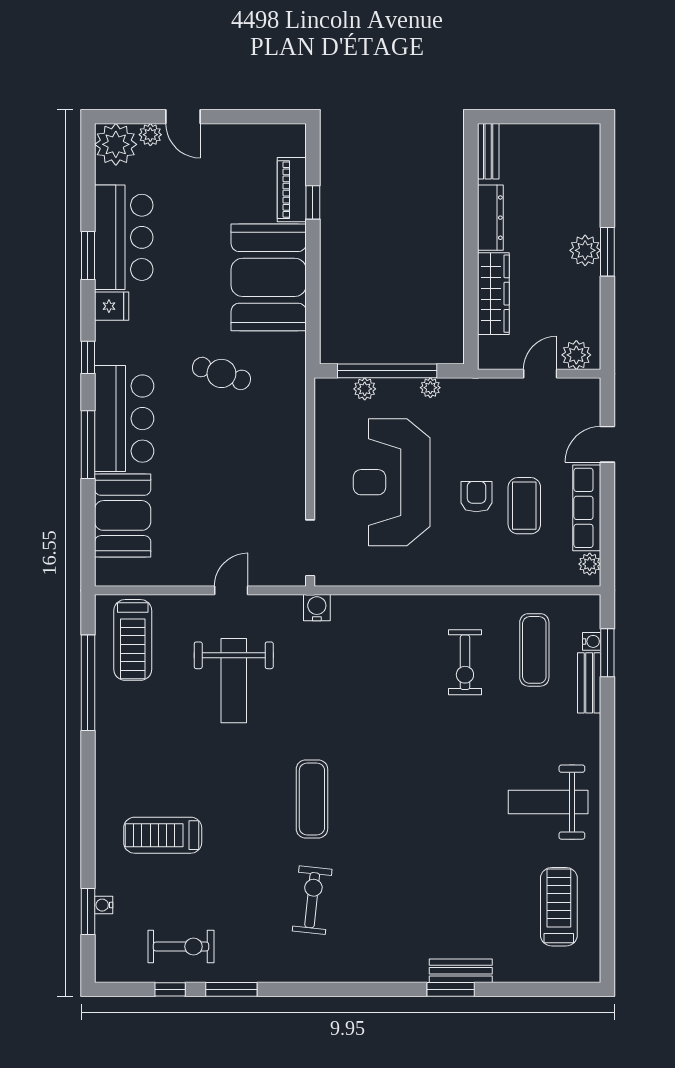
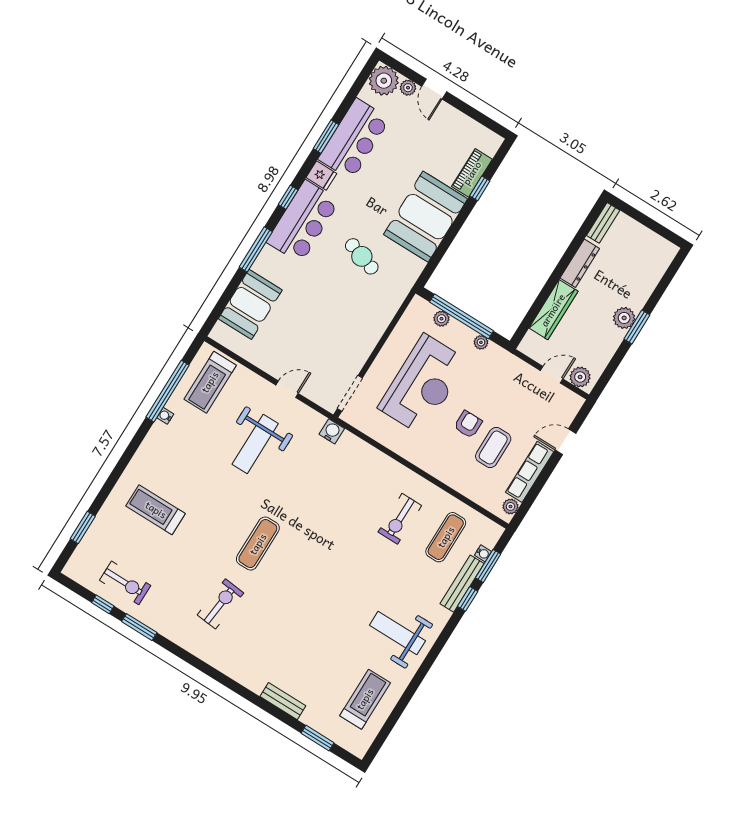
bar counter: (124, 419) -> (303, 222), moved
reception desk: (392, 482) -> (423, 384), turned 180
bench: (589, 683) -> (462, 584), width x1.36
window: (607, 708) -> (468, 599), added
water cooler: (104, 905) -> (165, 416), moved
window: (451, 989) -> (317, 738), moved

